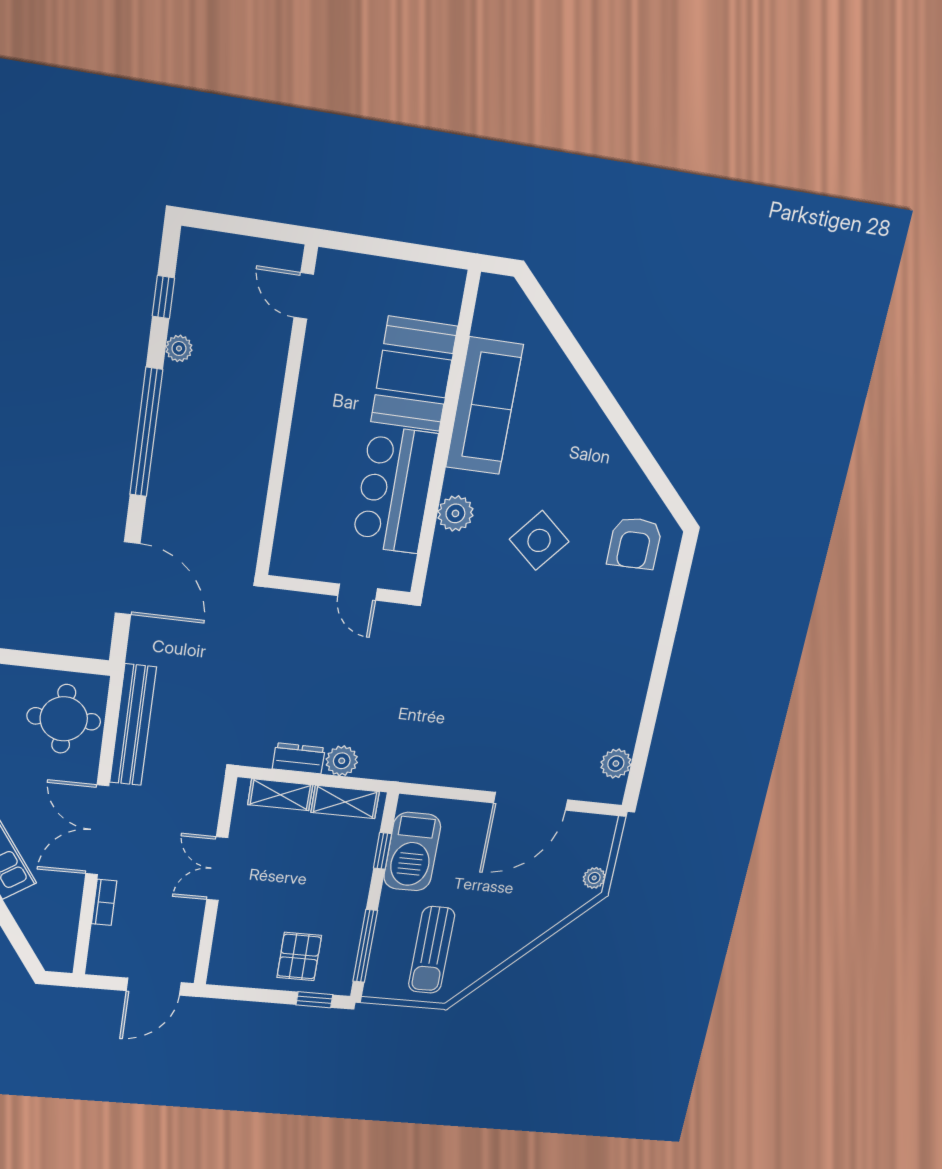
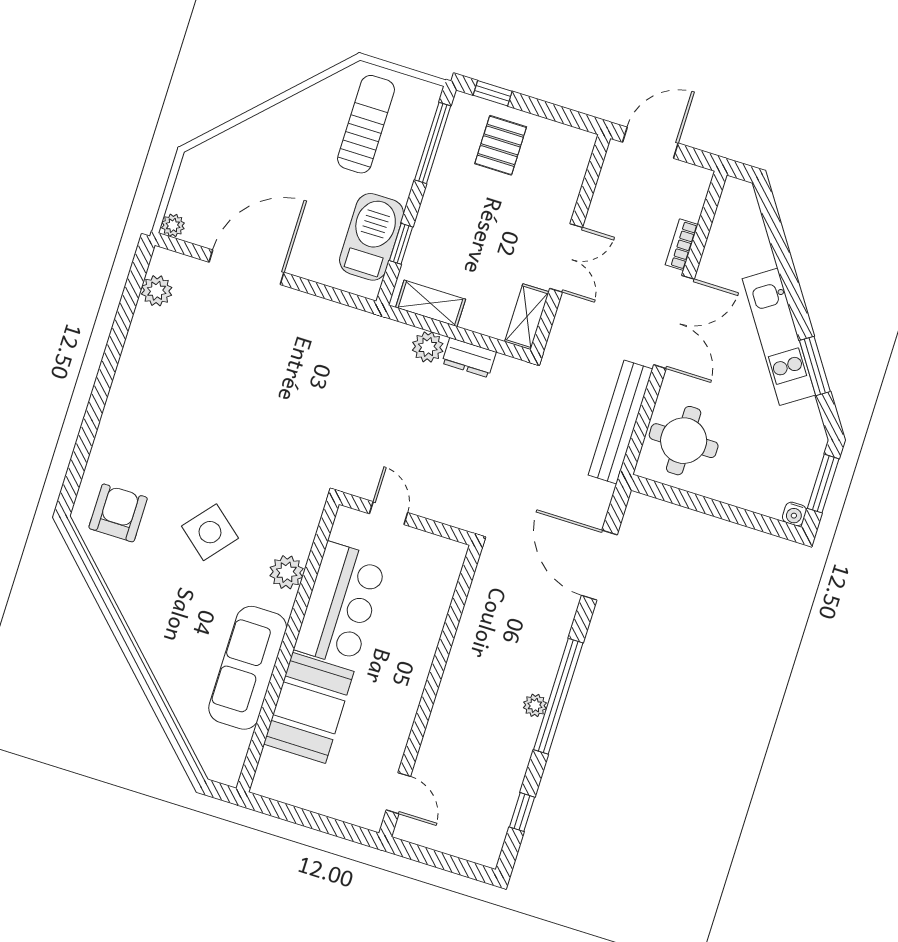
plant: (179, 348) -> (535, 705), moved
shelving: (280, 795) -> (527, 317), moved, turned 90
plant: (594, 878) -> (173, 225), moved

